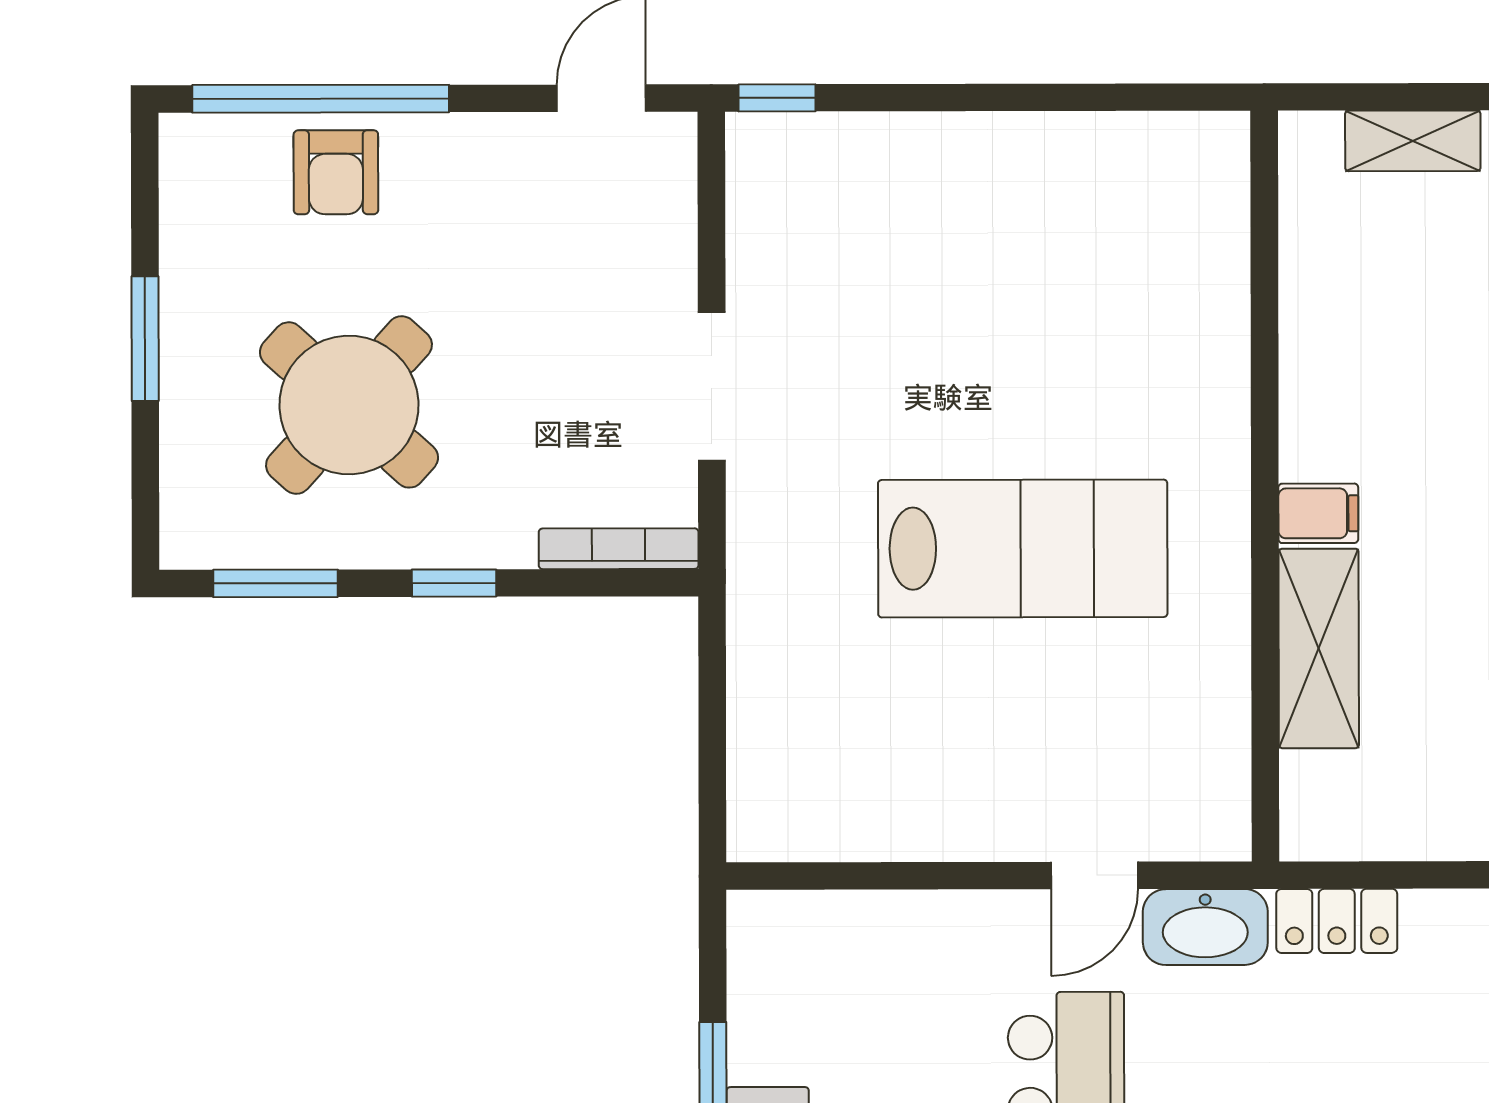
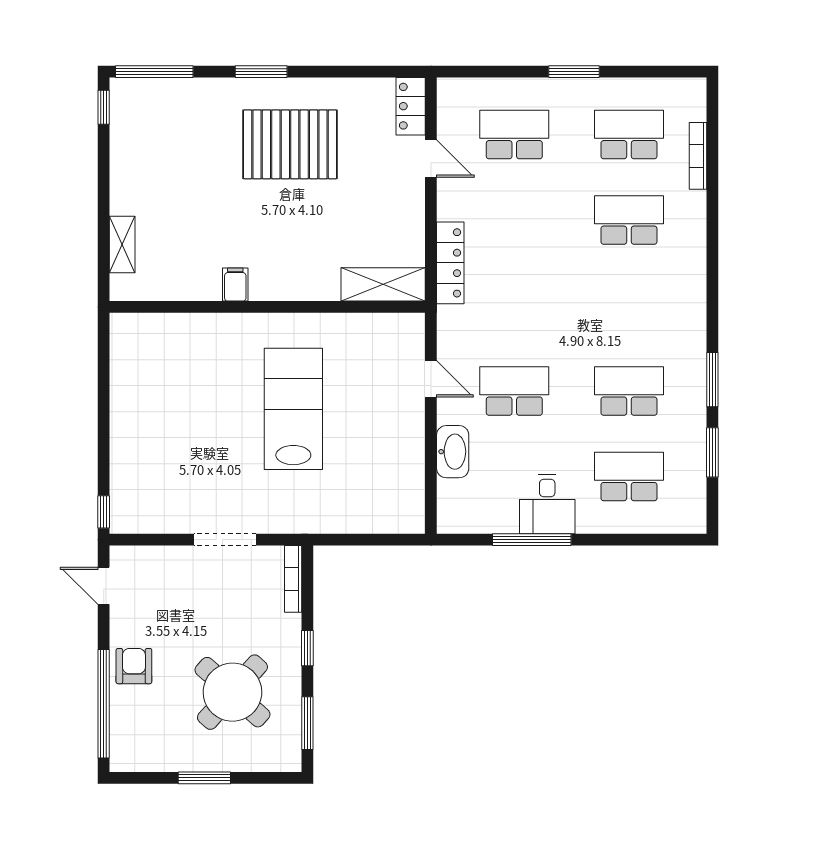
armchair: (336, 172) -> (134, 666), moved, turned -90
filing cabinet: (1318, 513) -> (235, 284), moved
shelving: (1319, 648) -> (383, 284), moved
locker: (1337, 921) -> (450, 263), width x1.53
washbasin: (1205, 927) -> (453, 452), moved

